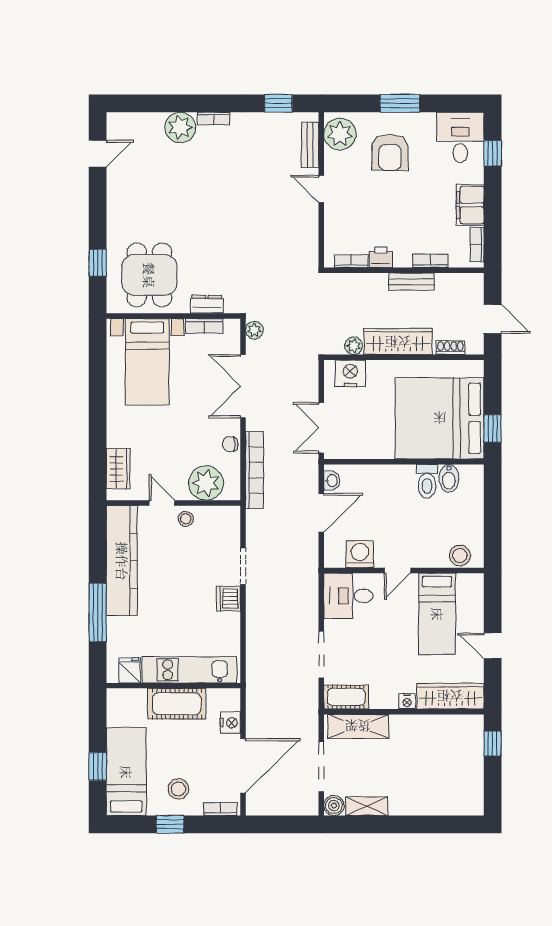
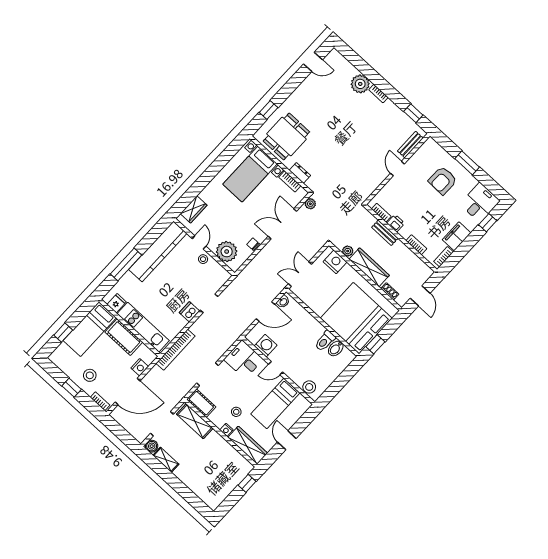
plant: (340, 134) -> (428, 152), removed
bench: (412, 282) -> (385, 233), moved
bookcase: (254, 470) -> (176, 350), moved
stool: (399, 668) -> (236, 412), added
bed: (126, 772) -> (90, 329), moved, turned 180

